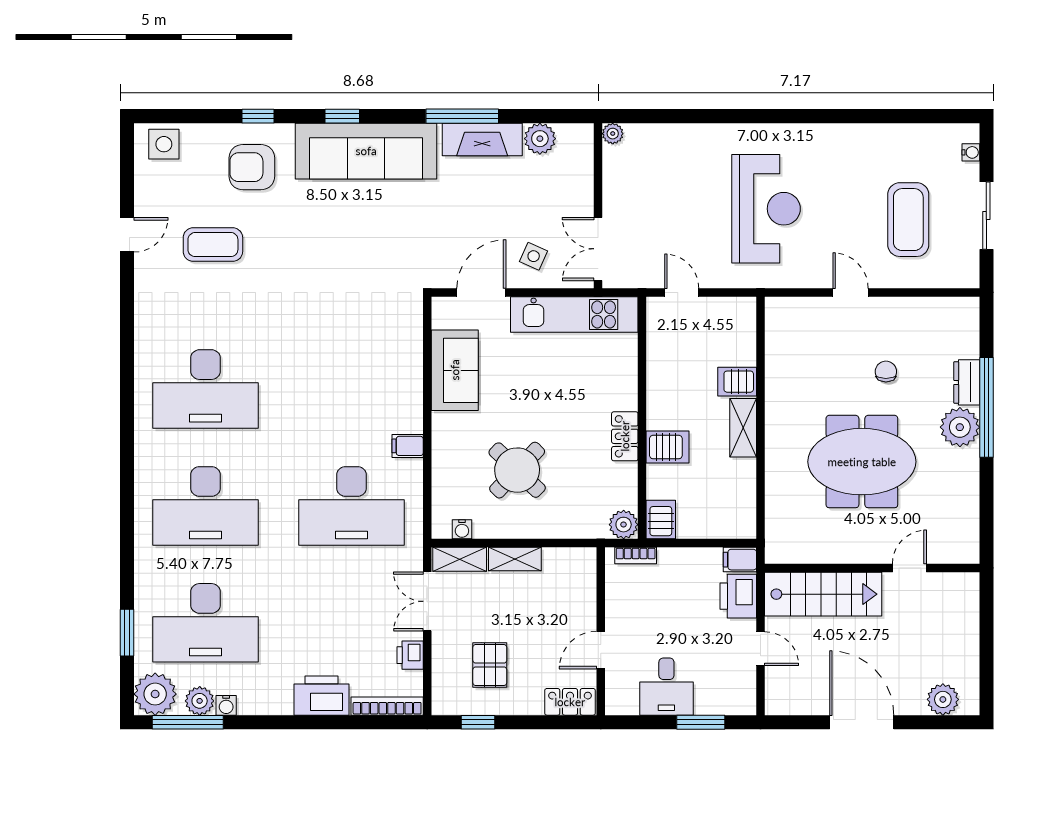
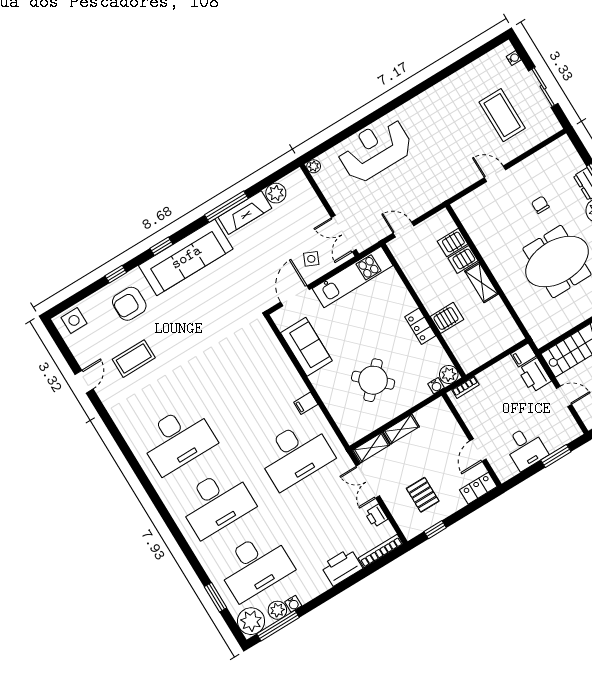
reception desk: (766, 209) -> (375, 150), moved, turned -90
server rack: (661, 520) -> (453, 243), moved, turned -90
water cooler: (462, 529) -> (436, 386), moved

